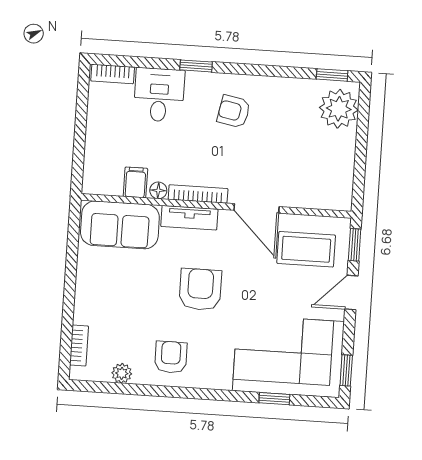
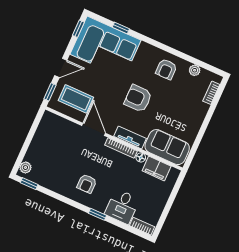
plant: (339, 109) -> (25, 168), width x0.53, depth x0.53
armchair: (234, 111) -> (87, 184), turned 79
filing cabinet: (135, 182) -> (157, 168), width x2.00
armchair: (200, 289) -> (138, 98), turned 90

